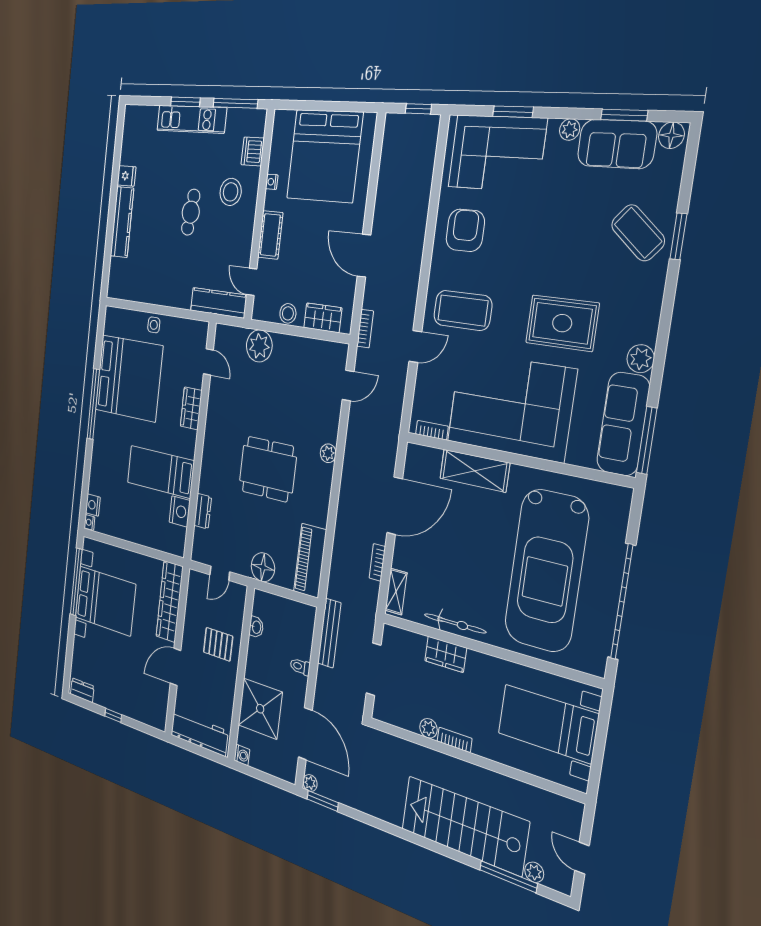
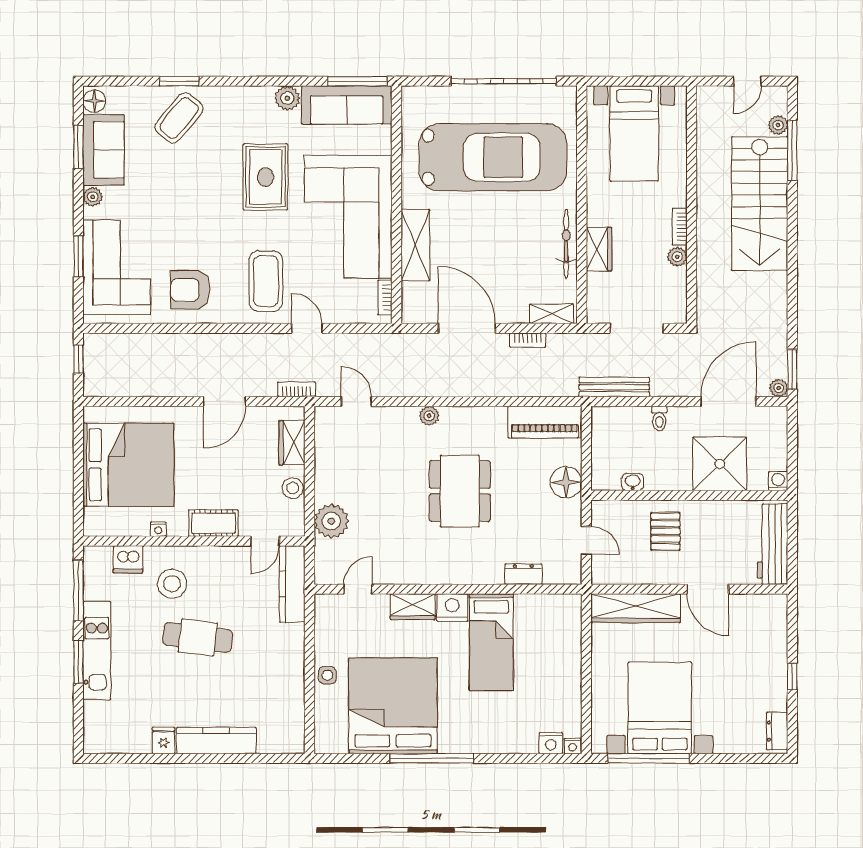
cafe table: (191, 212) -> (198, 638), width x1.37, depth x1.35
nightstand: (180, 511) -> (452, 607), moved

